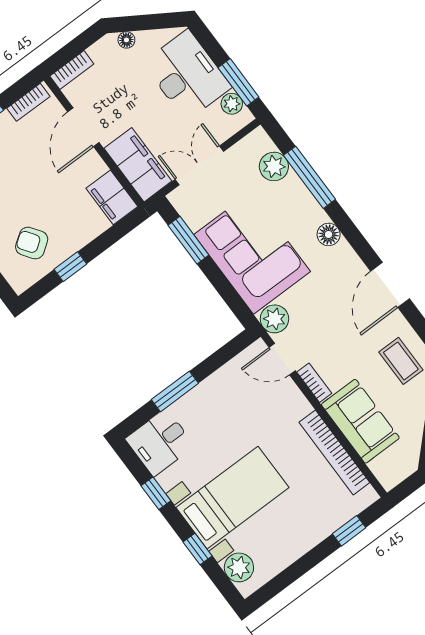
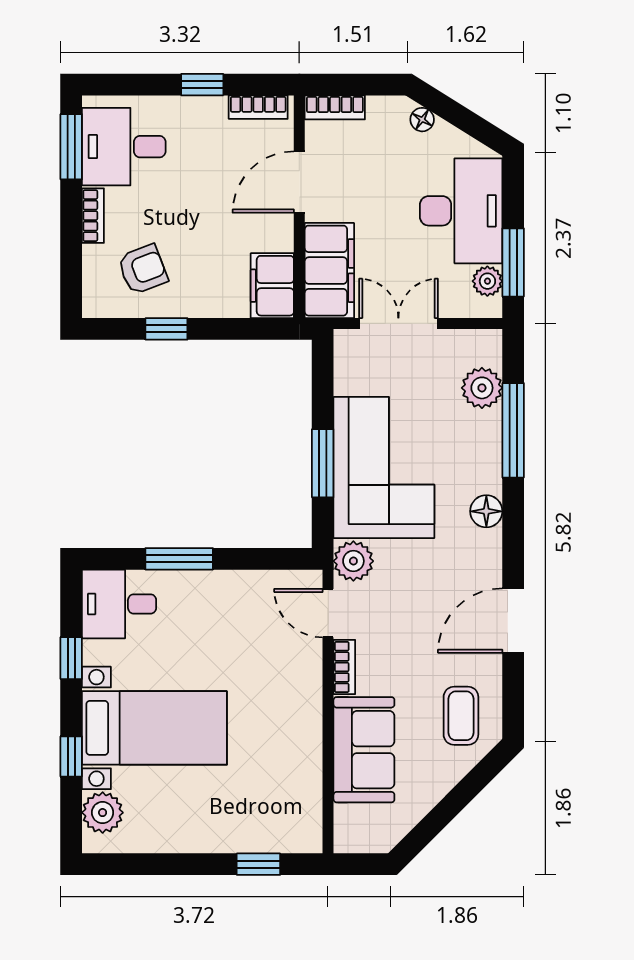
window: (188, 240) -> (323, 463), moved
armchair: (32, 243) -> (143, 269), turned 104
bookcase: (334, 452) -> (308, 763), removed

